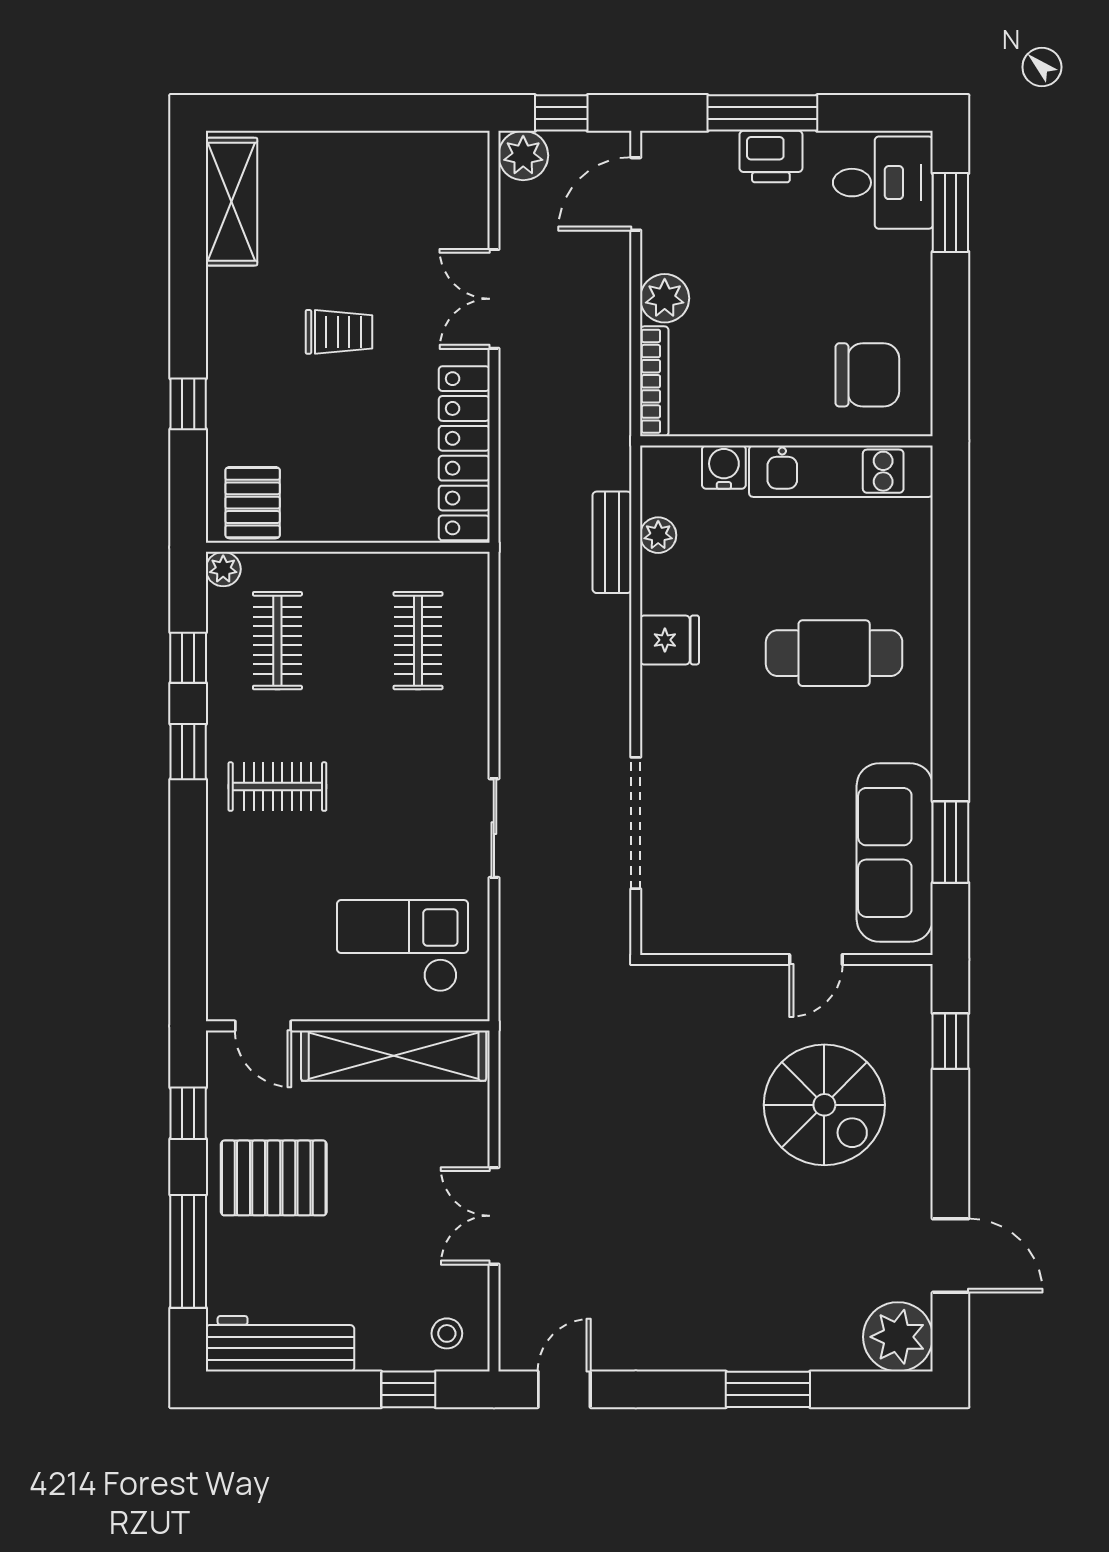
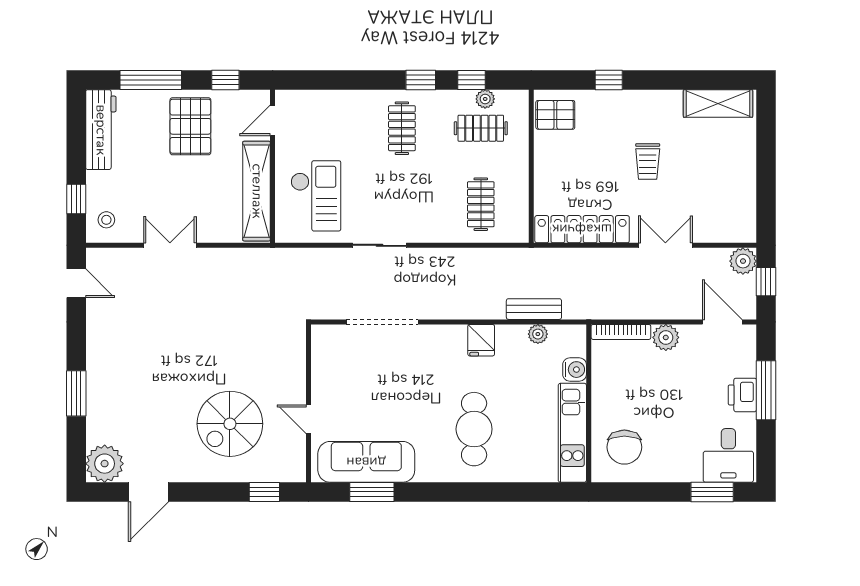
plant: (223, 569) -> (485, 99), moved
clothes rail: (418, 641) -> (481, 204), turned 90

